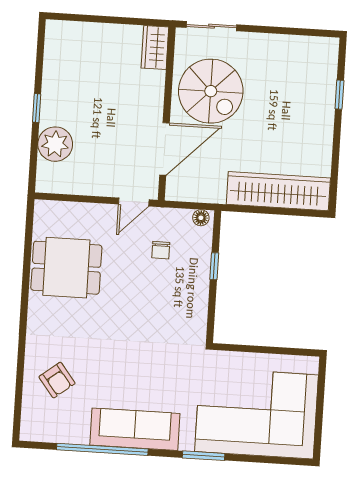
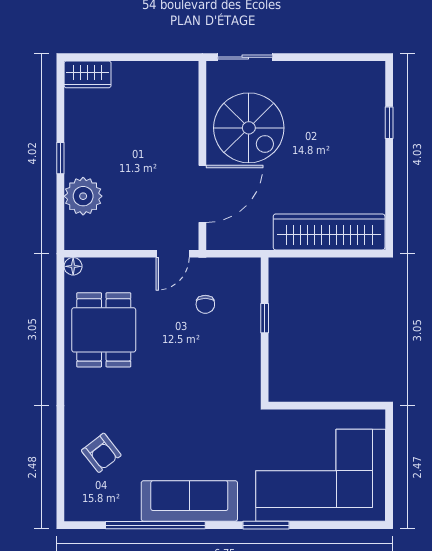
wardrobe: (155, 47) -> (88, 74), moved, turned -90
floor lamp: (201, 218) -> (73, 266), moved
dining table: (66, 268) -> (104, 330), turned 90

